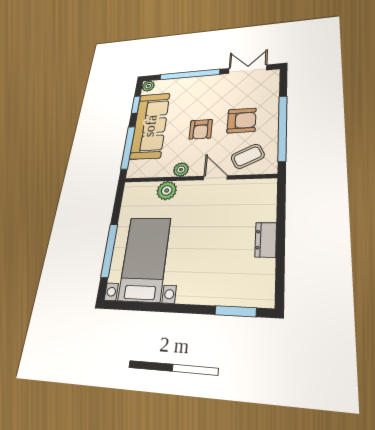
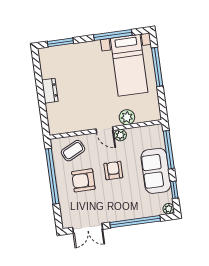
sofa: (150, 126) -> (156, 171), width x0.73
door: (215, 178) -> (105, 130), moved
window: (155, 307) -> (113, 35), added

